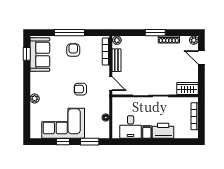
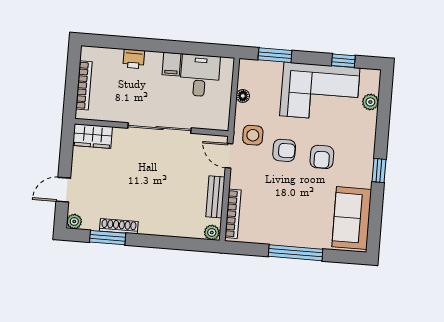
window: (155, 33) -> (108, 238), moved
armchair: (73, 50) -> (322, 157), moved
window: (27, 54) -> (379, 171), moved
door: (201, 57) -> (63, 190), swing flipped
side table: (98, 96) -> (253, 135), added
plant: (35, 99) -> (370, 102), moved
printer: (163, 131) -> (134, 59), width x0.53, depth x0.68
window: (63, 142) -> (343, 61), moved

